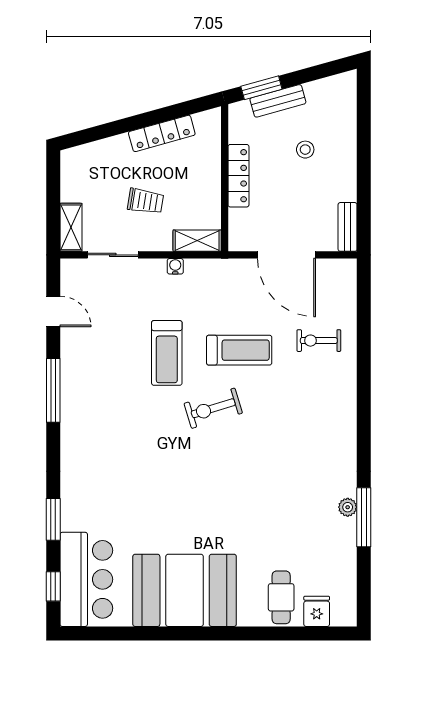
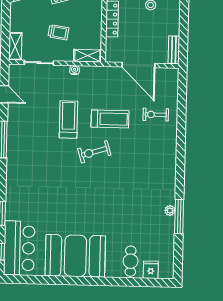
treadmill: (167, 353) -> (68, 120), turned 180

